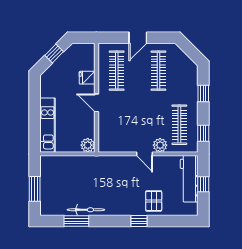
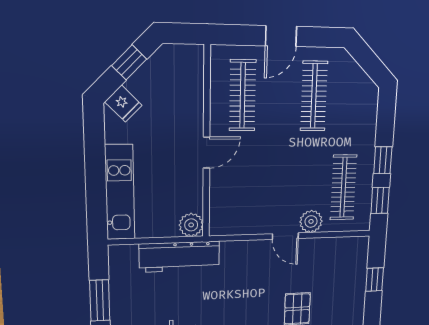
fridge: (87, 78) -> (123, 104), moved, turned -135
window: (203, 93) -> (383, 160), moved
door: (96, 103) -> (206, 153), swing flipped
workbench: (189, 179) -> (180, 257), moved, turned -90

